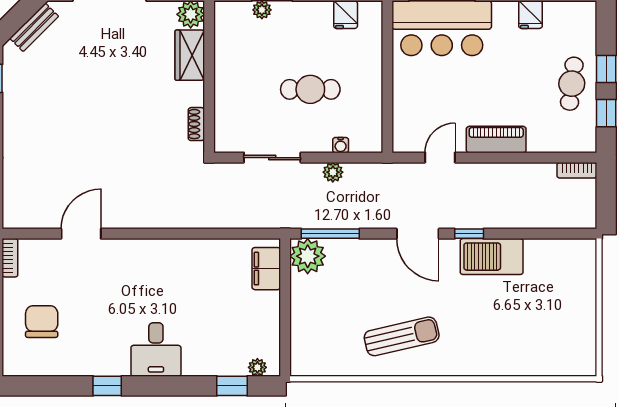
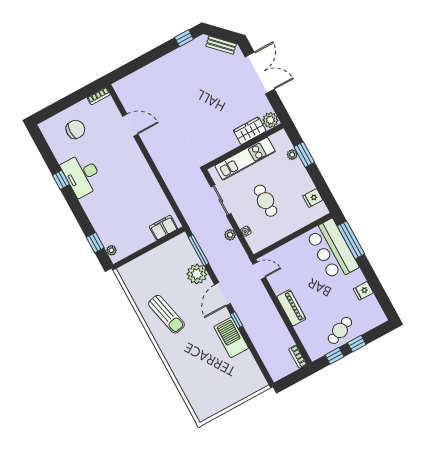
cafe table: (572, 84) -> (340, 330), turned -30
kitchen unit: (229, 86) -> (245, 159), added
shoe rack: (196, 124) -> (217, 153), removed
door: (440, 158) -> (259, 271), moved
plant: (308, 256) -> (197, 274), moved
desk: (156, 350) -> (82, 175), moved, width x1.37

